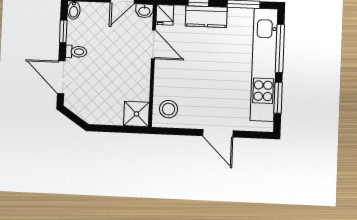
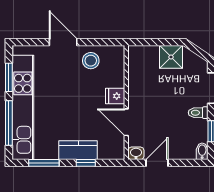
fridge: (165, 15) -> (115, 96), moved, turned -90
stool: (168, 109) -> (91, 61), moved
shower: (136, 114) -> (171, 57), moved

